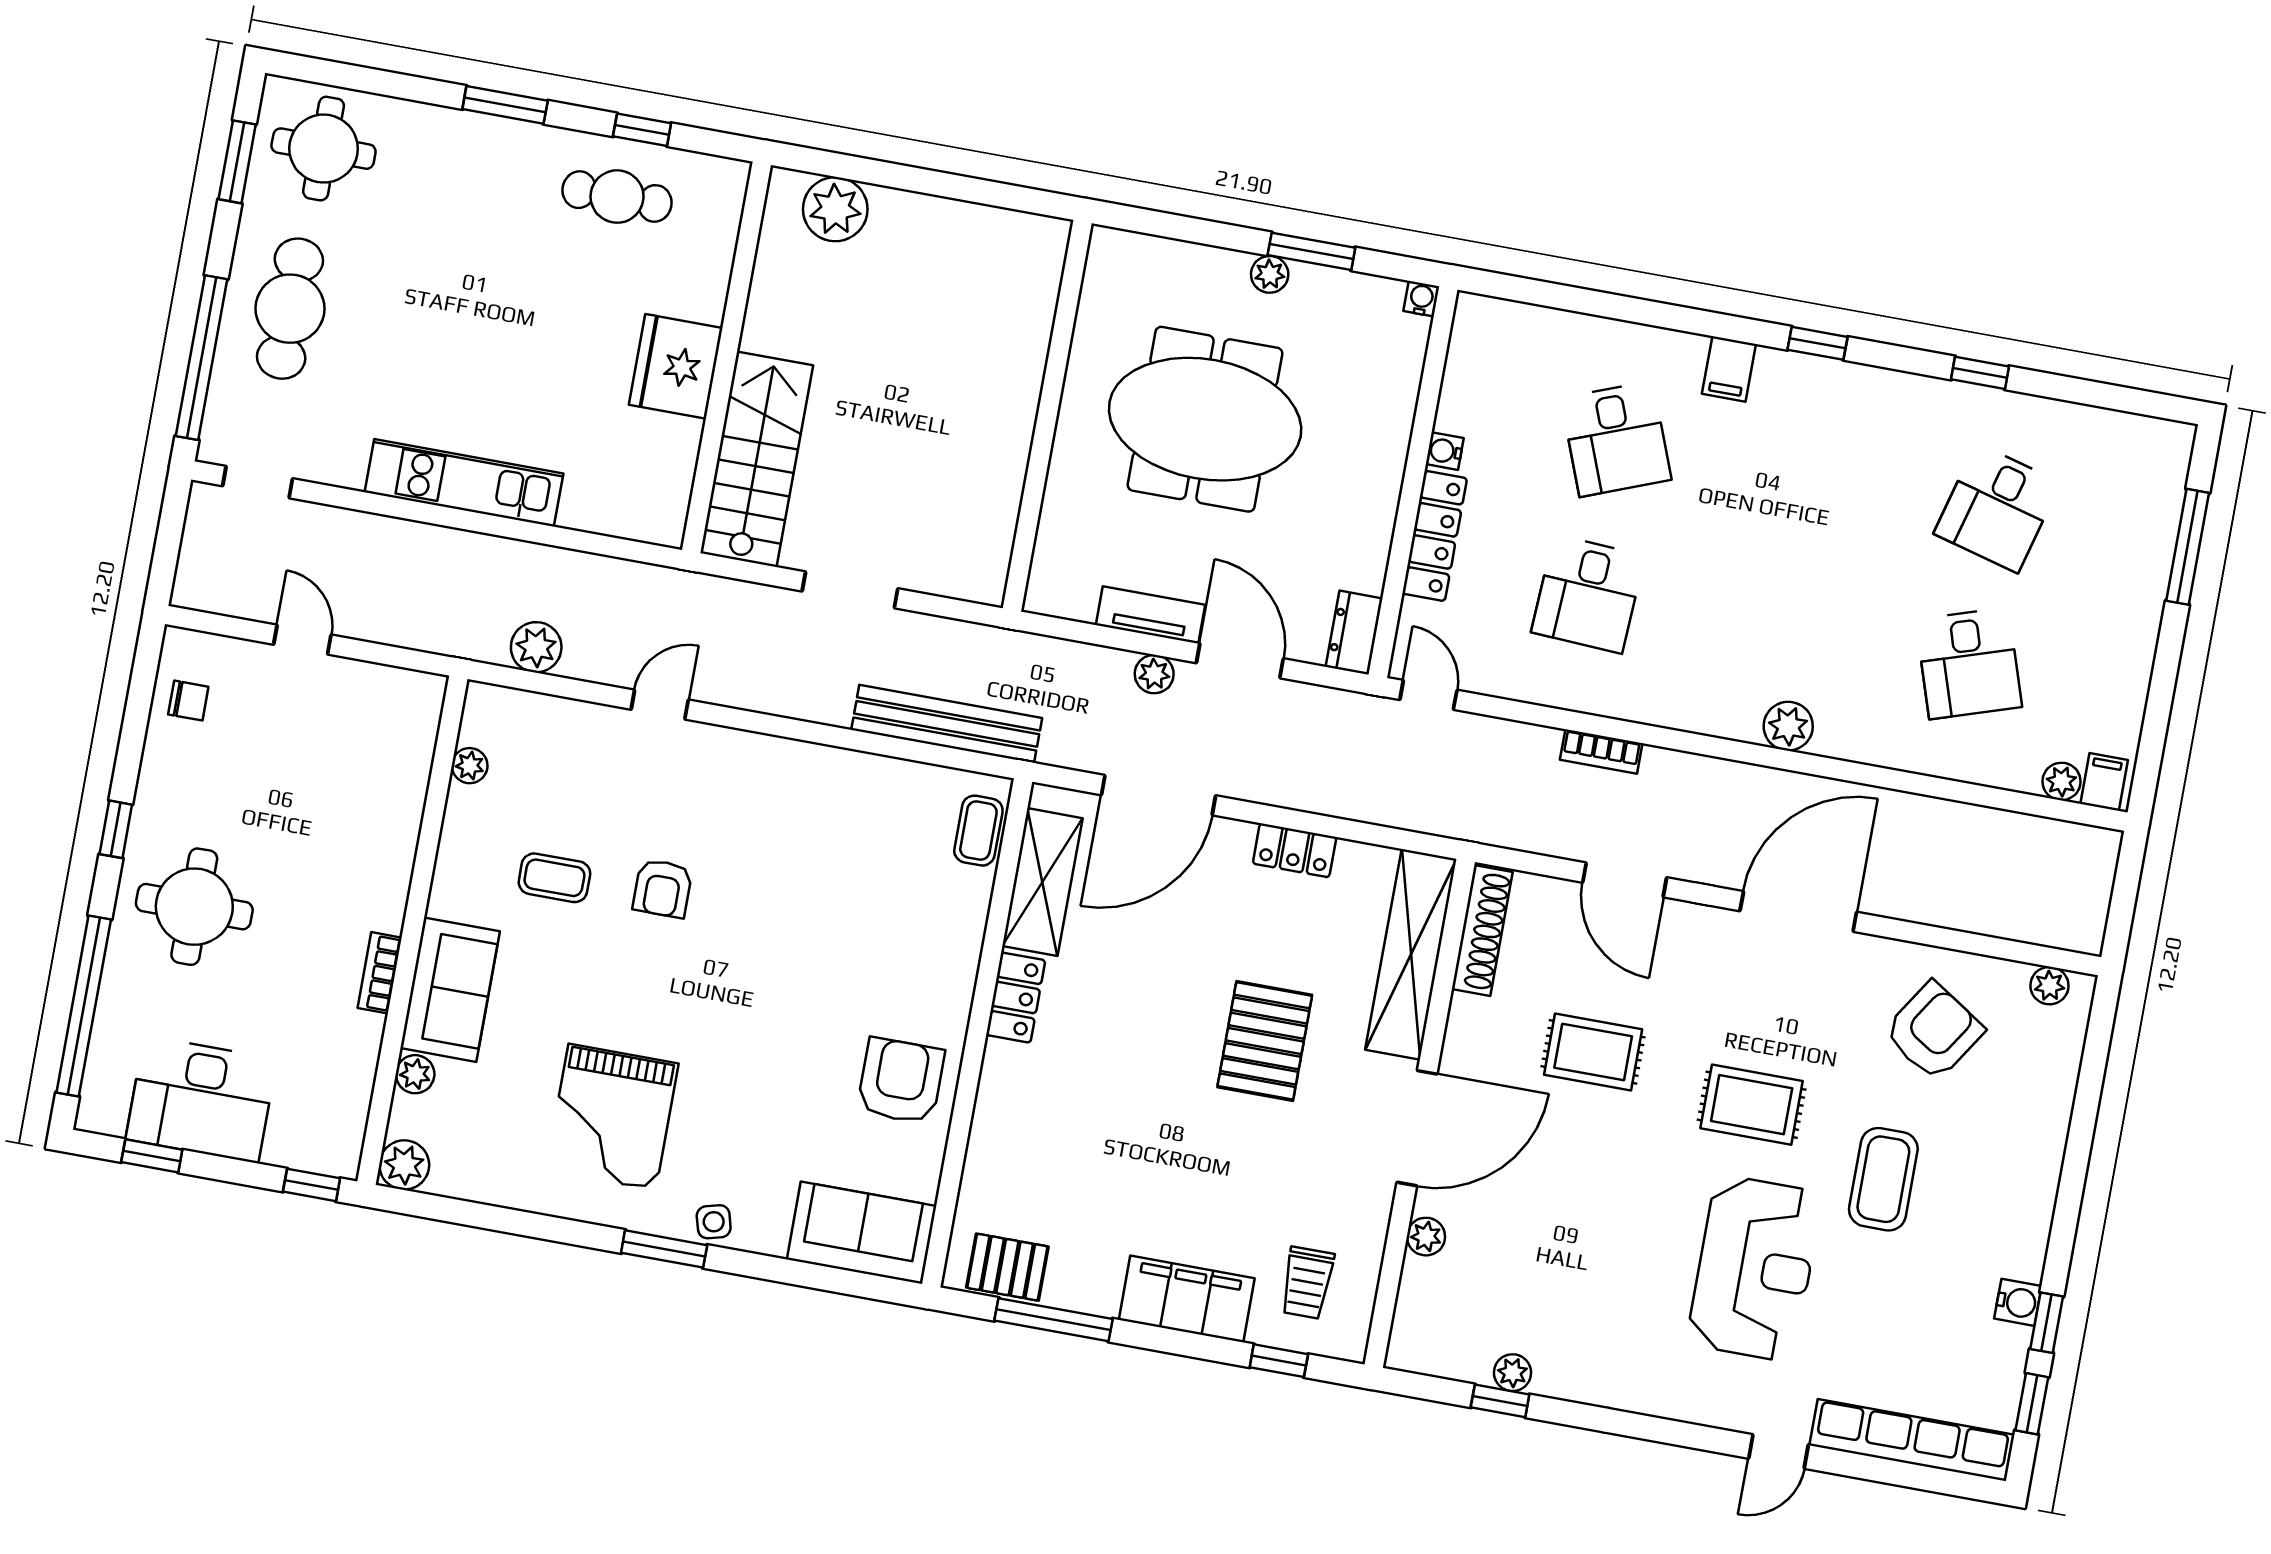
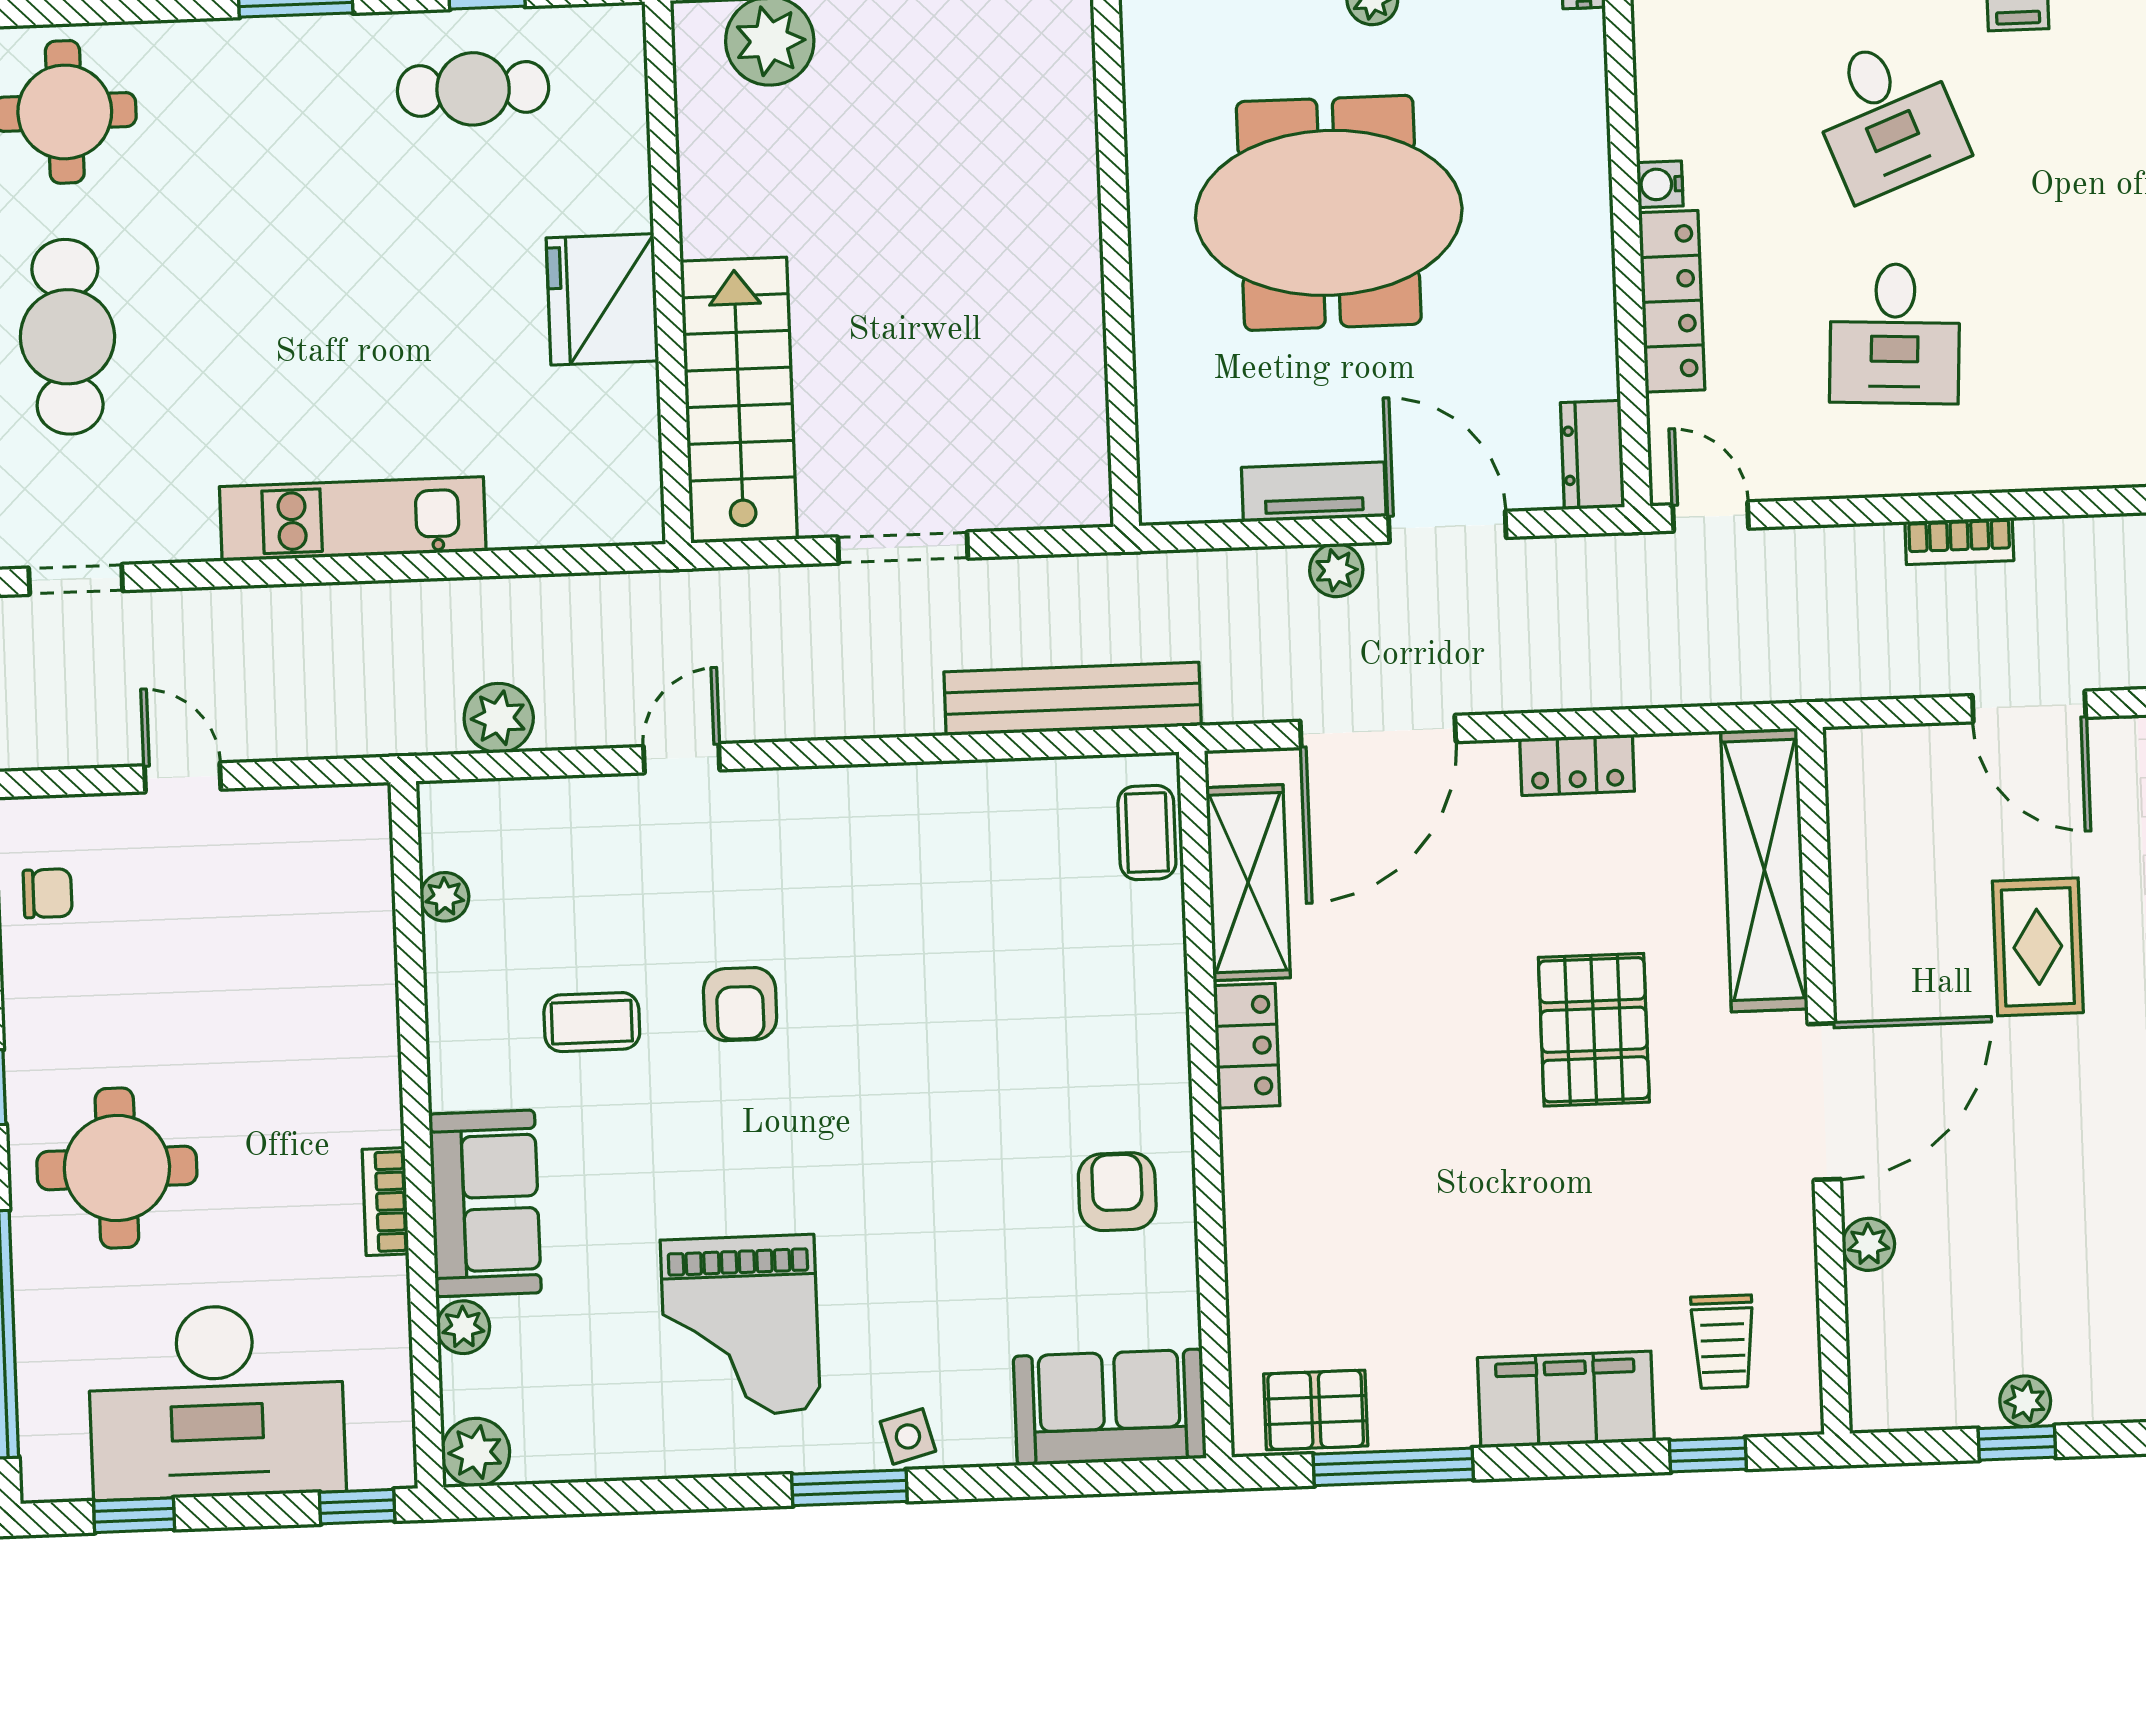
shoe rack: (1482, 931) -> (1853, 817), removed
rug: (1593, 1052) -> (2038, 947), turned 90
armchair: (901, 1081) -> (1117, 1192), width x0.72, depth x0.72
desk: (201, 1099) -> (216, 1401), width x1.36, depth x1.30

